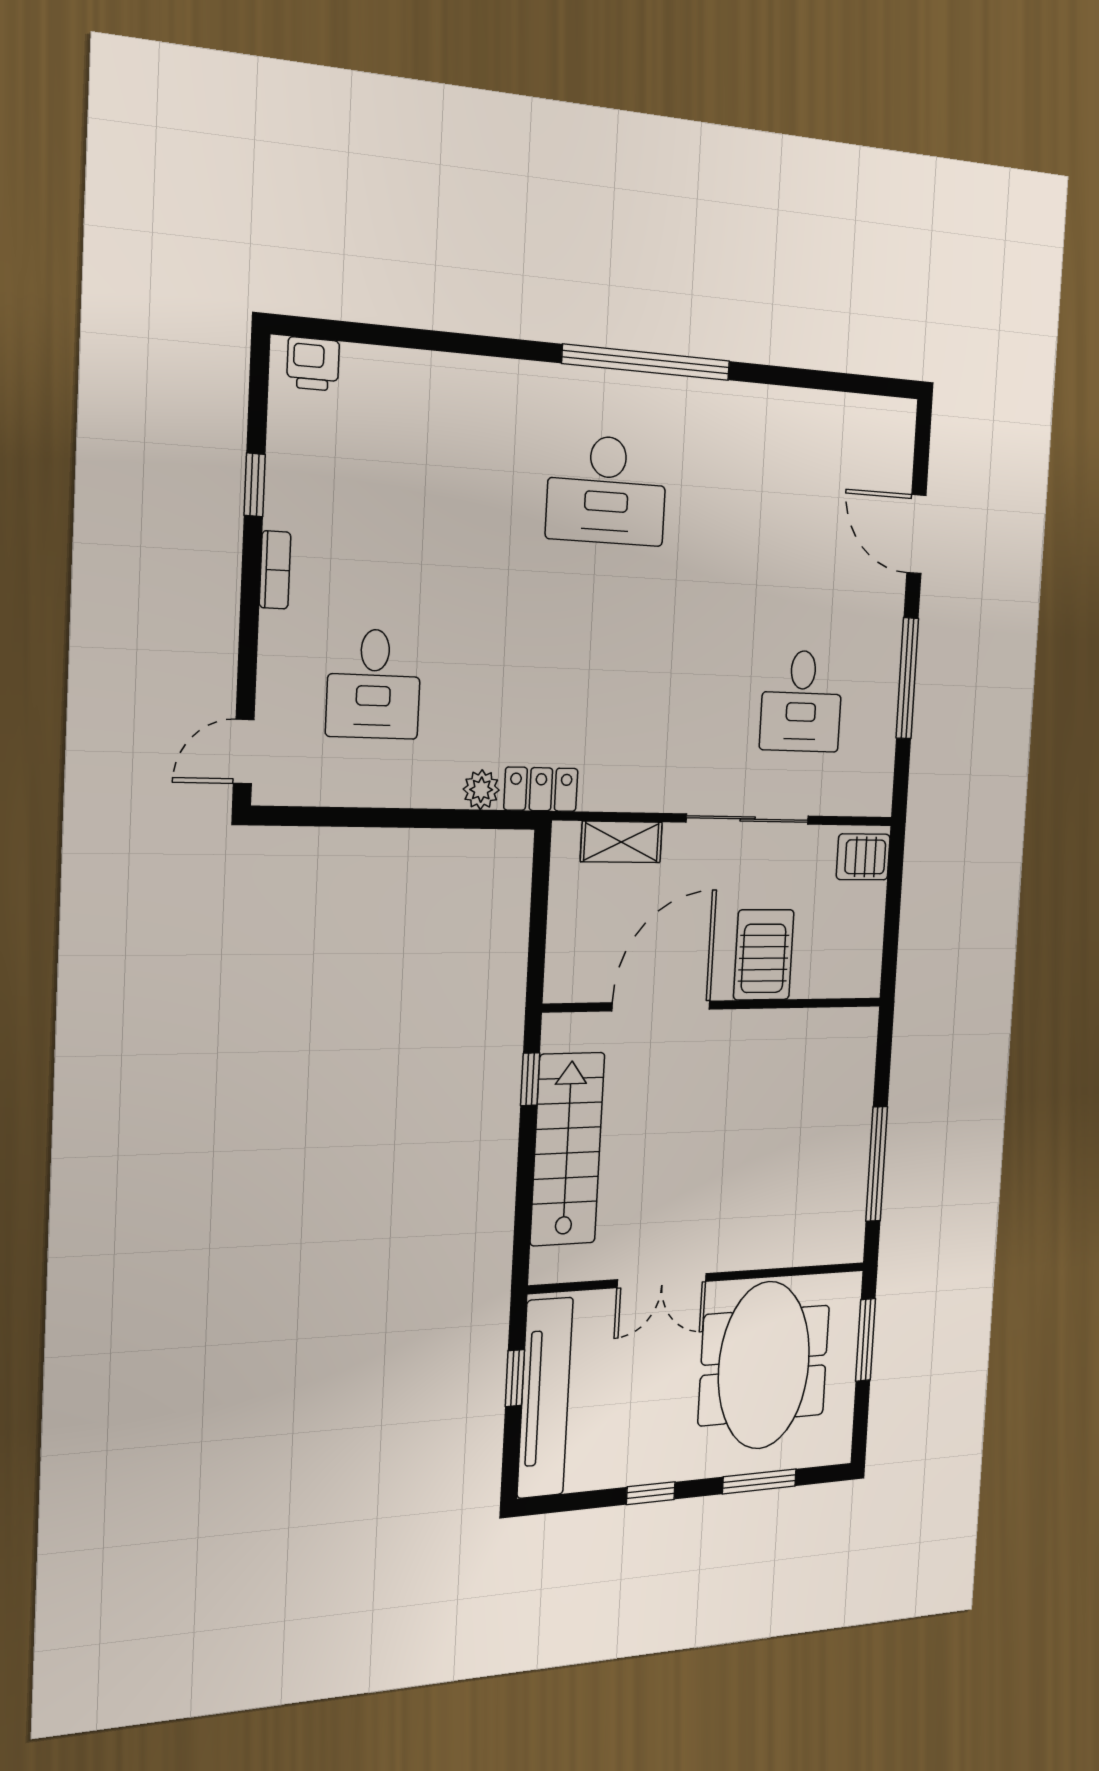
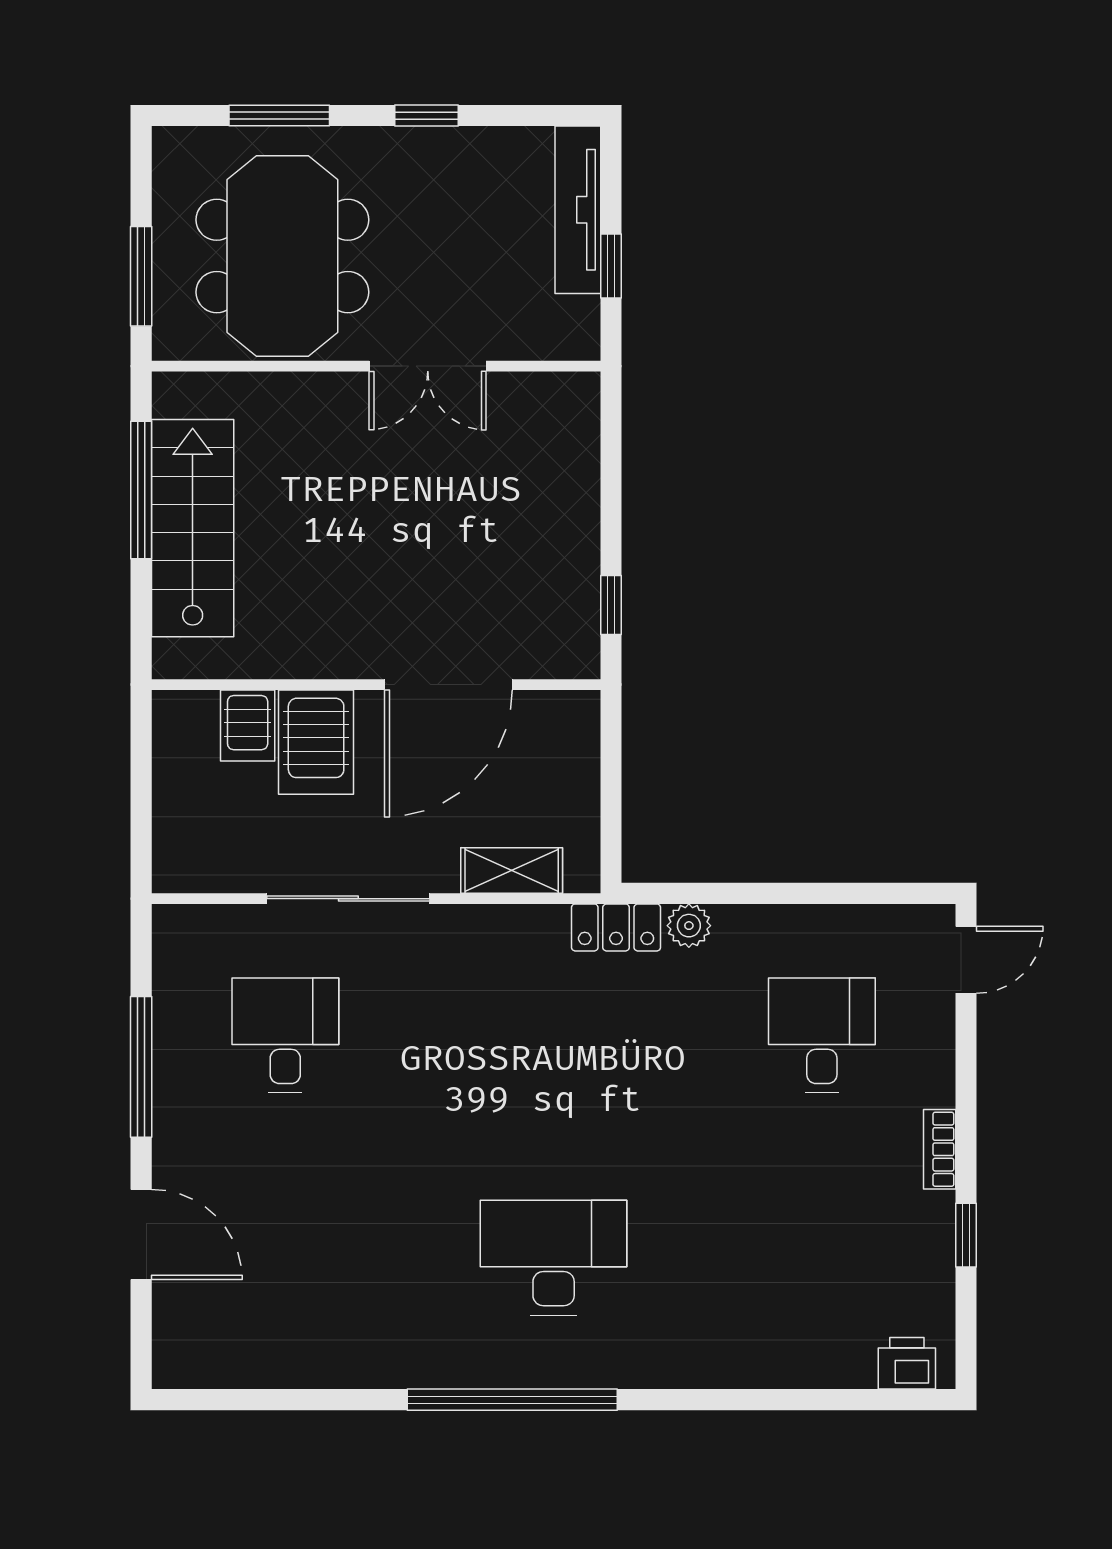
server rack: (863, 857) -> (248, 725), moved, turned 90
stairs: (567, 1149) -> (193, 528), moved, turned 180
double door: (662, 1281) -> (428, 366), swing flipped
tv unit: (545, 1398) -> (578, 210), width x0.73, depth x0.78

